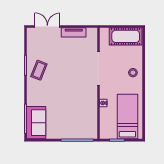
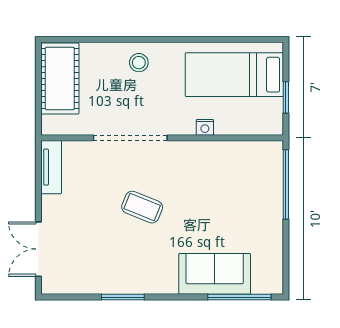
tv unit: (74, 32) -> (51, 167), moved
coffee table: (39, 70) -> (142, 207), moved
sofa: (36, 123) -> (215, 274), moved

